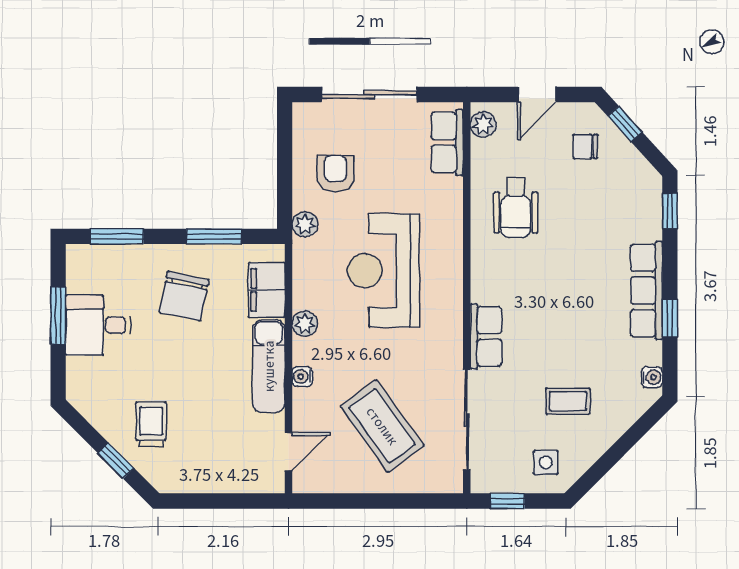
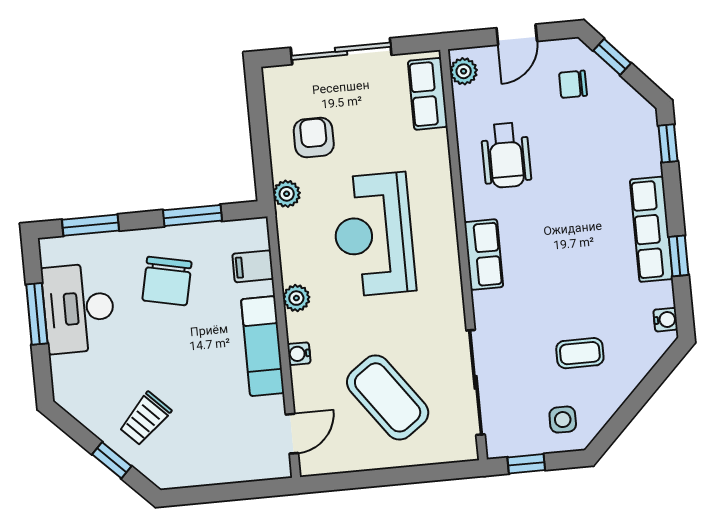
filing cabinet: (267, 290) -> (253, 266), width x0.50
desk: (98, 325) -> (79, 308), width x1.37
row of seats: (486, 336) -> (484, 255), moved
trolley: (151, 424) -> (145, 419), turned -135

